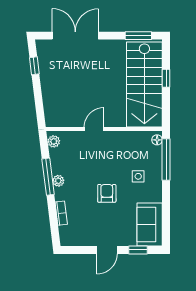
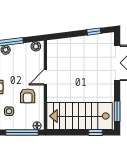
window: (166, 78) -> (96, 133), moved
door: (94, 129) -> (45, 77), swing flipped
armchair: (118, 152) -> (28, 96), added

